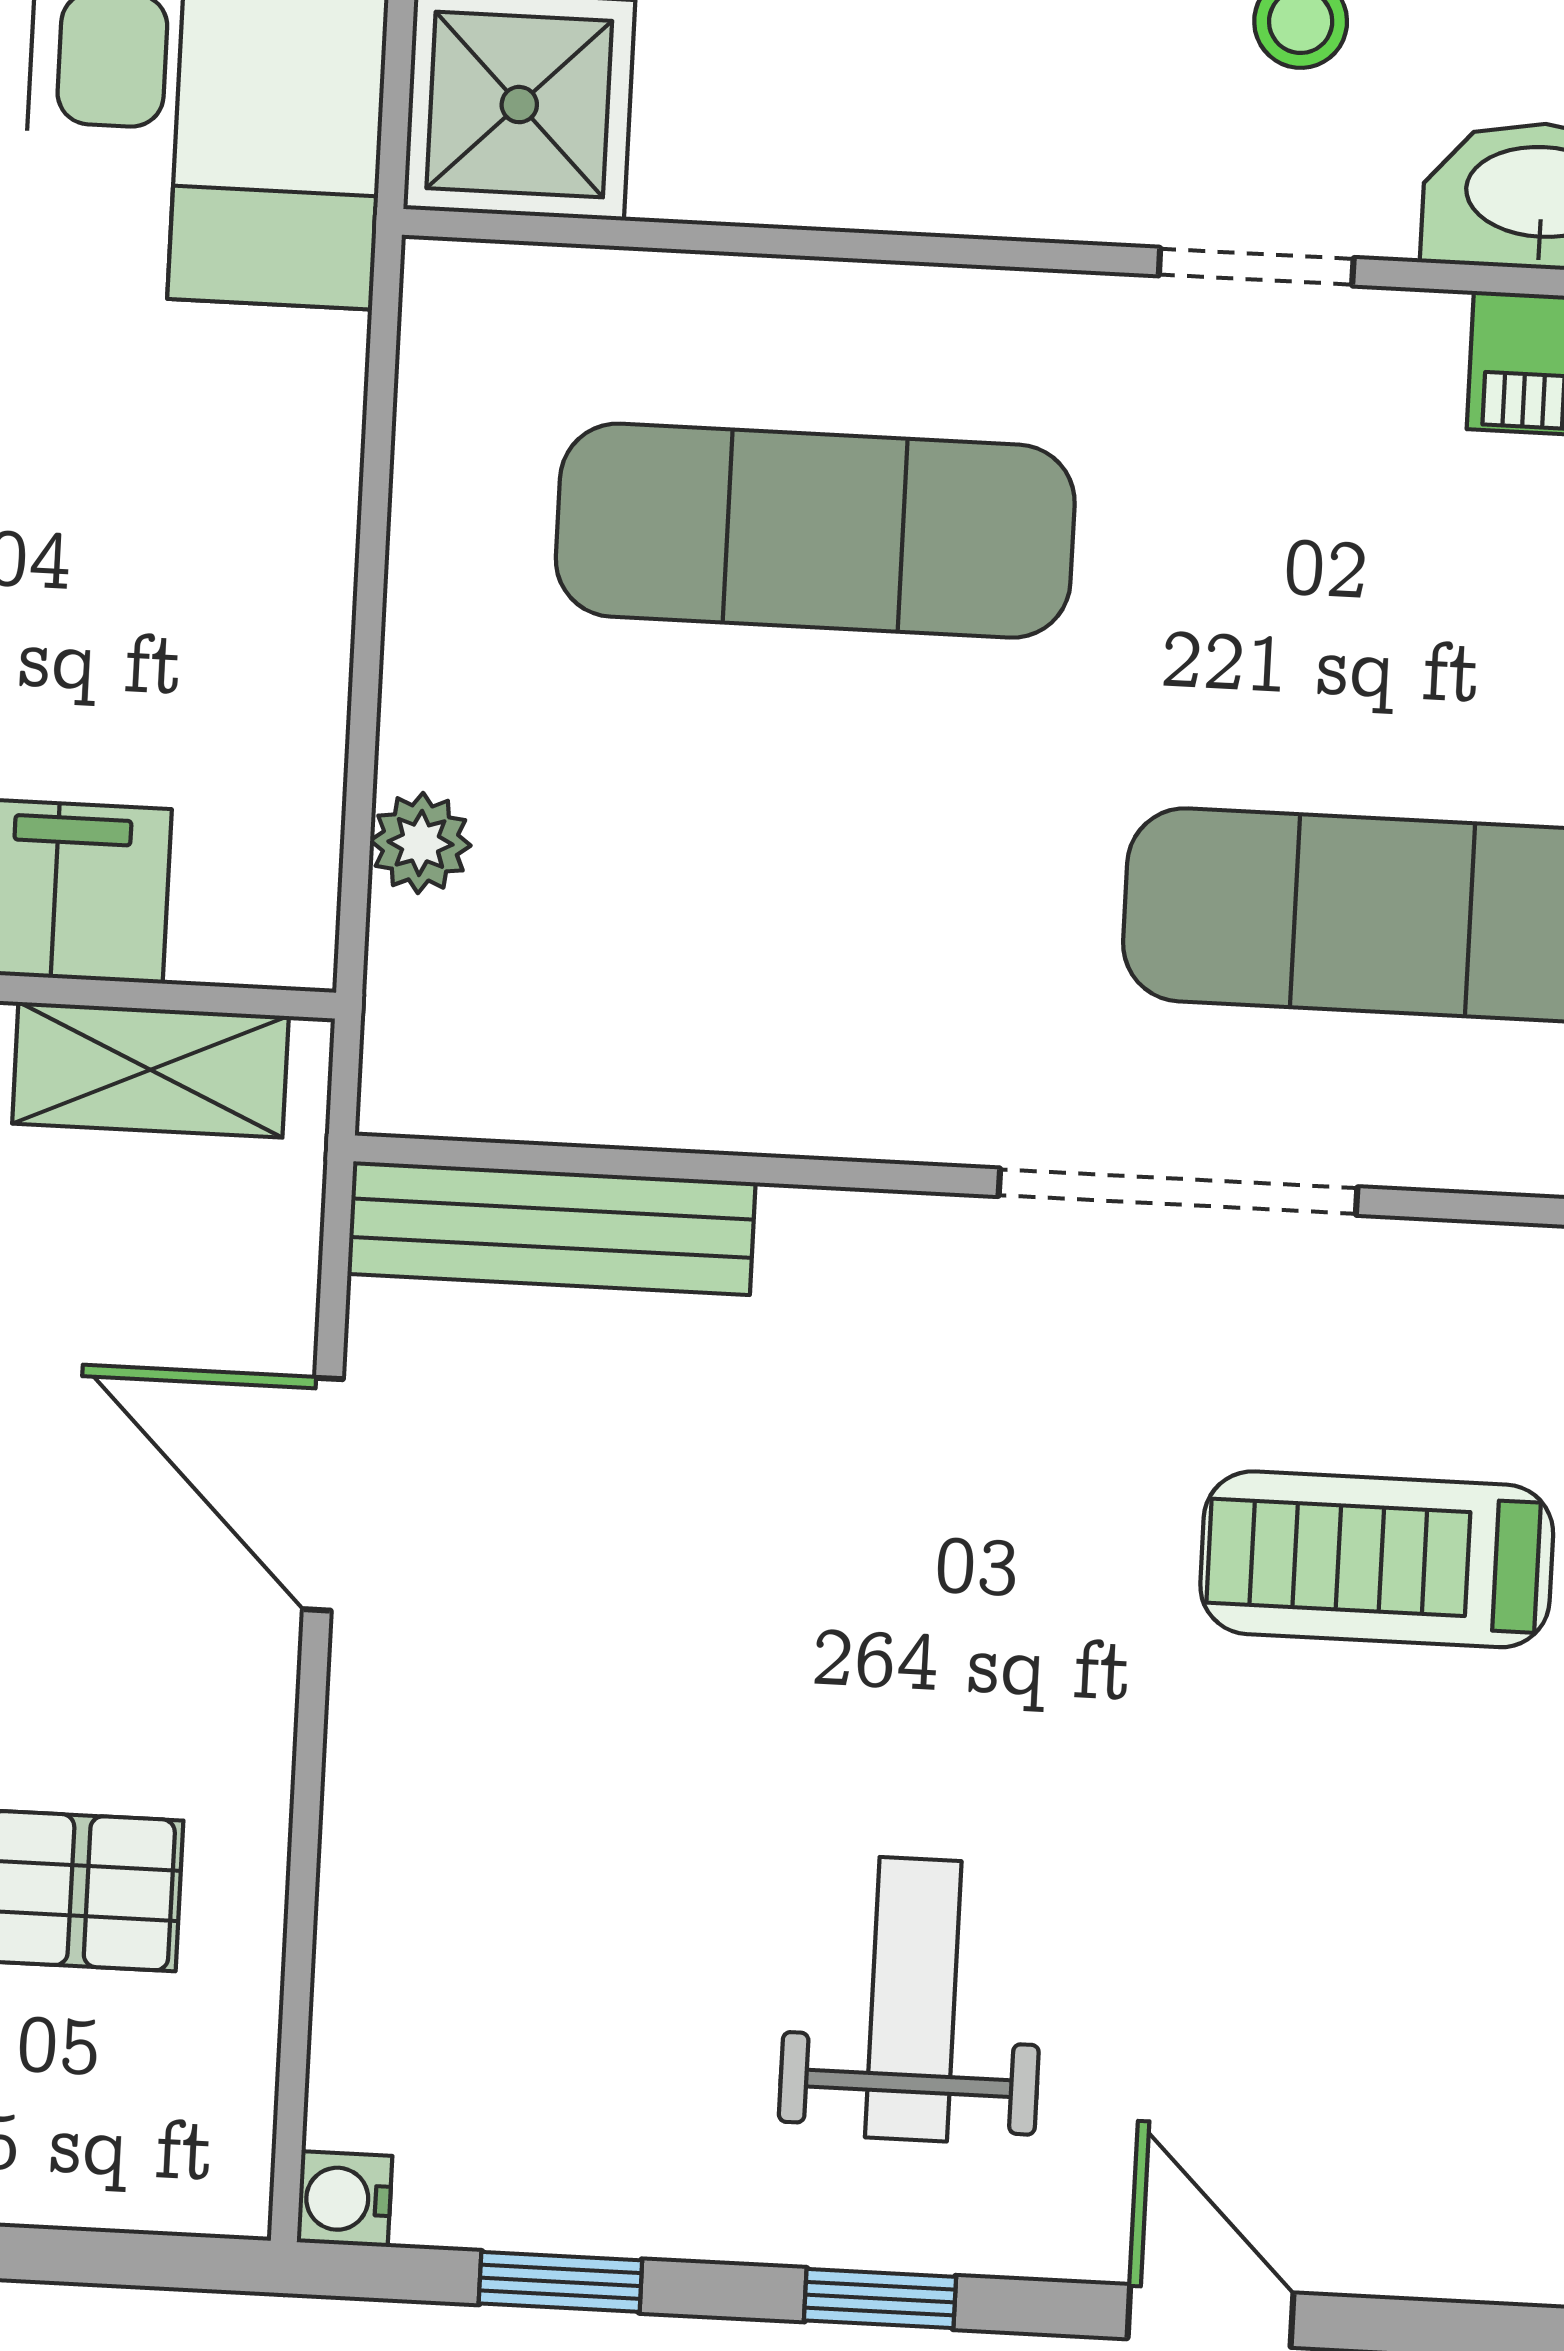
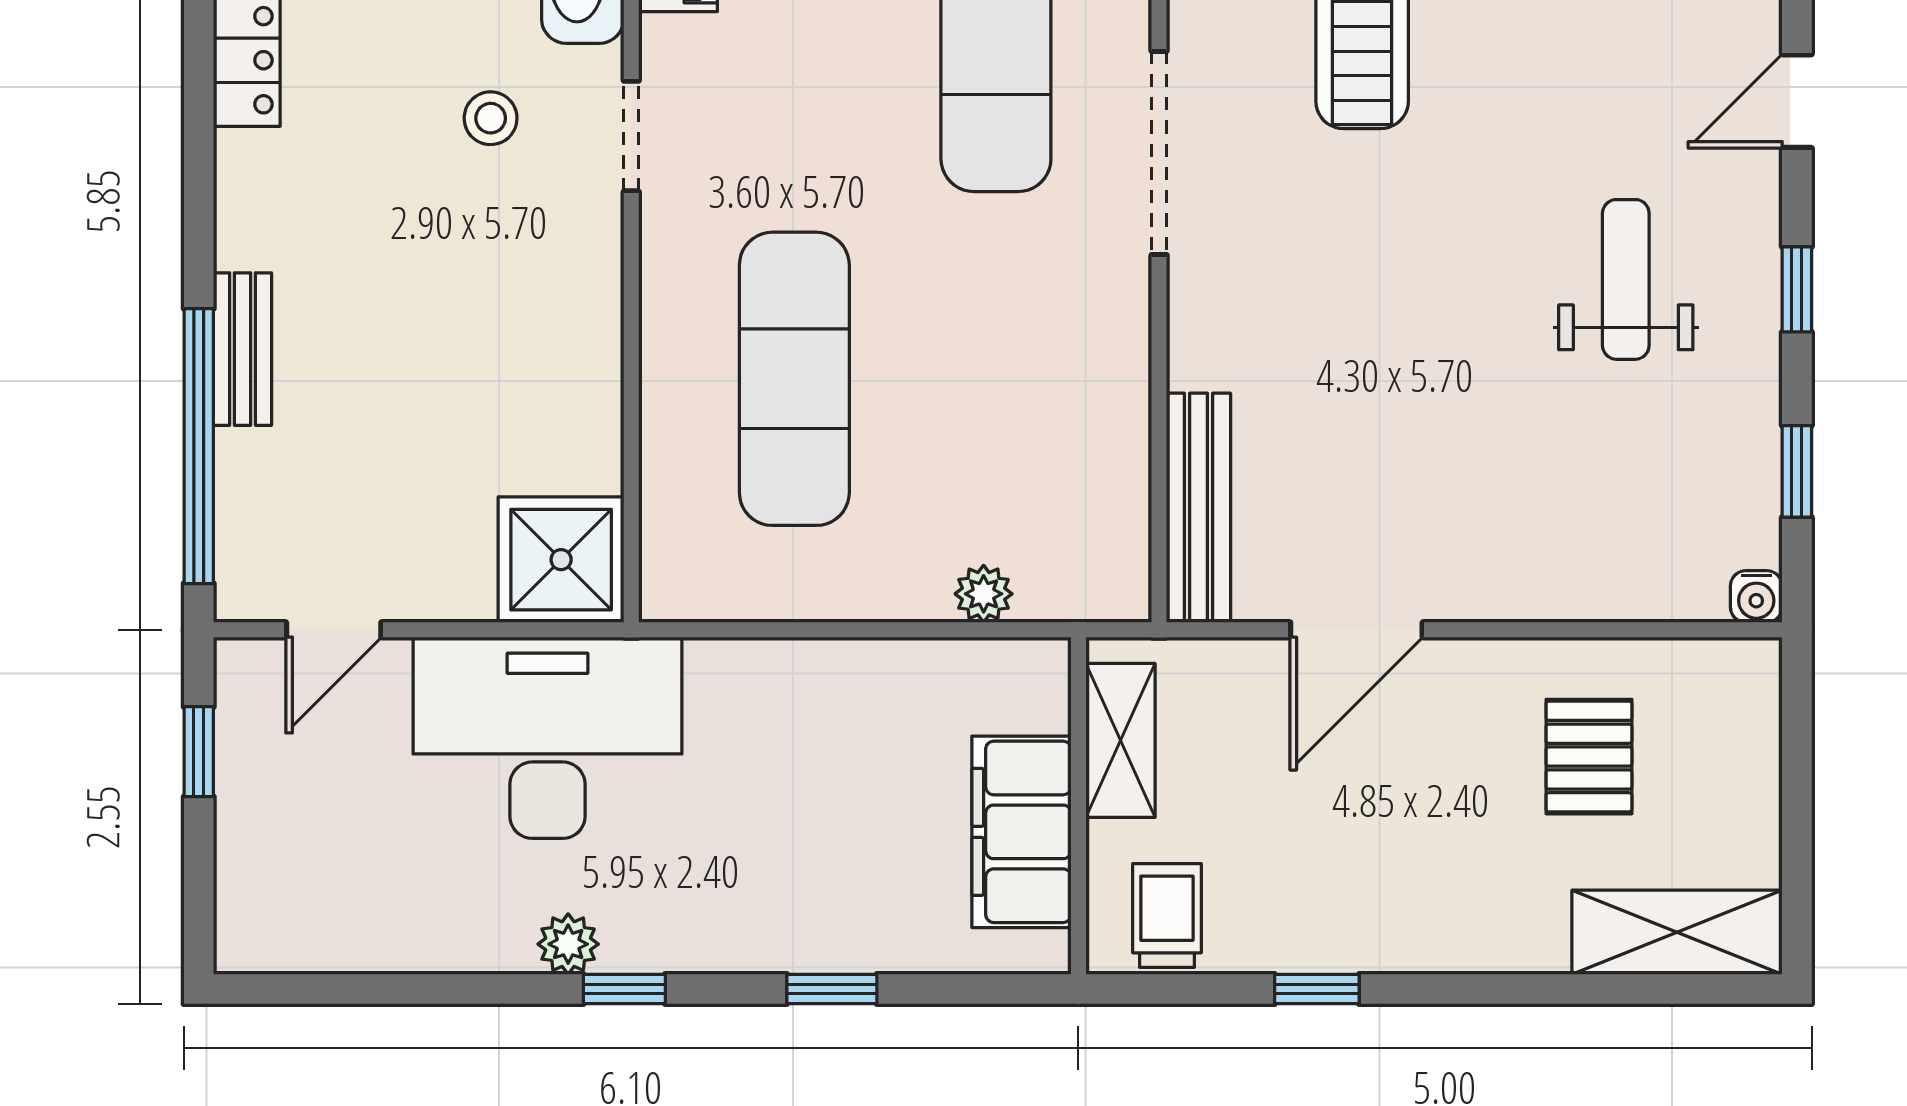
weight bench: (913, 1999) -> (1626, 279), turned 90

